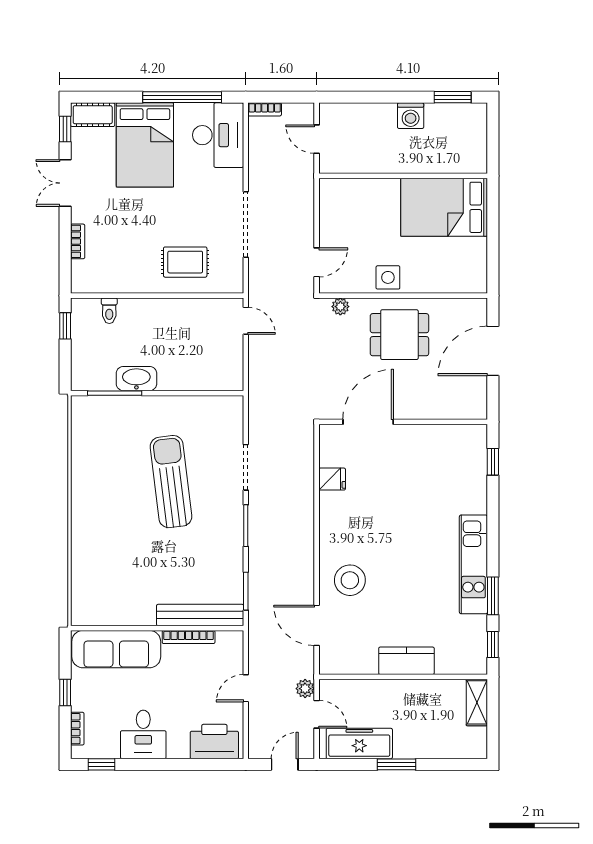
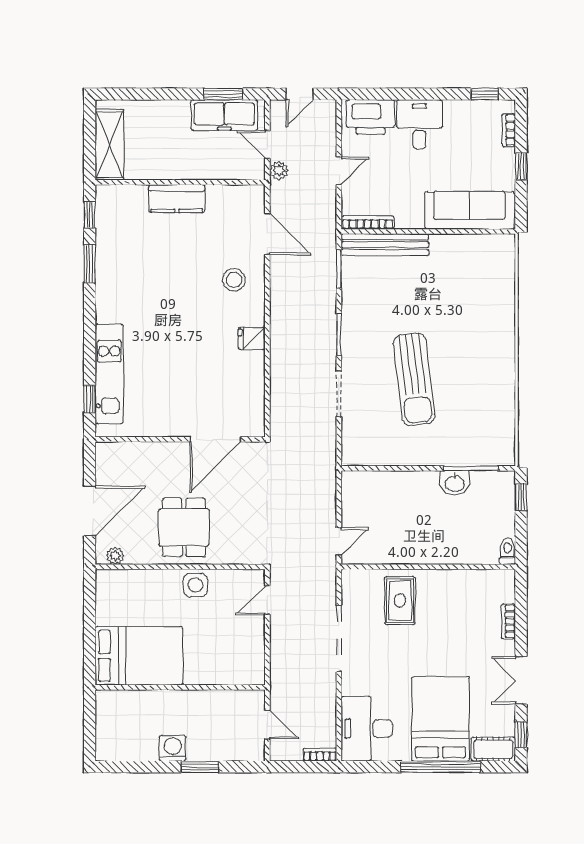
window: (182, 97) -> (441, 767), moved
window: (453, 97) -> (200, 767), moved
double door: (65, 183) -> (521, 680), swing flipped
rug: (185, 262) -> (400, 601), turned 90
plant: (340, 307) -> (115, 556), moved
toilet: (109, 311) -> (507, 552), moved
door: (246, 321) -> (339, 541), swing flipped
window: (65, 326) -> (521, 497), moved
dining table: (399, 335) -> (184, 527), turned 90
washbasin: (136, 379) -> (455, 483), width x0.72
fridge: (332, 479) -> (252, 338), moved
kitchen unit: (473, 564) -> (109, 374), moved
stool: (350, 580) -> (234, 280), width x0.73, depth x0.73
bookcase: (189, 637) -> (368, 222), moved
shelving: (477, 702) -> (109, 145), width x1.50, depth x1.33
desk: (143, 734) -> (419, 124), moved
window: (397, 764) -> (223, 94), moved

